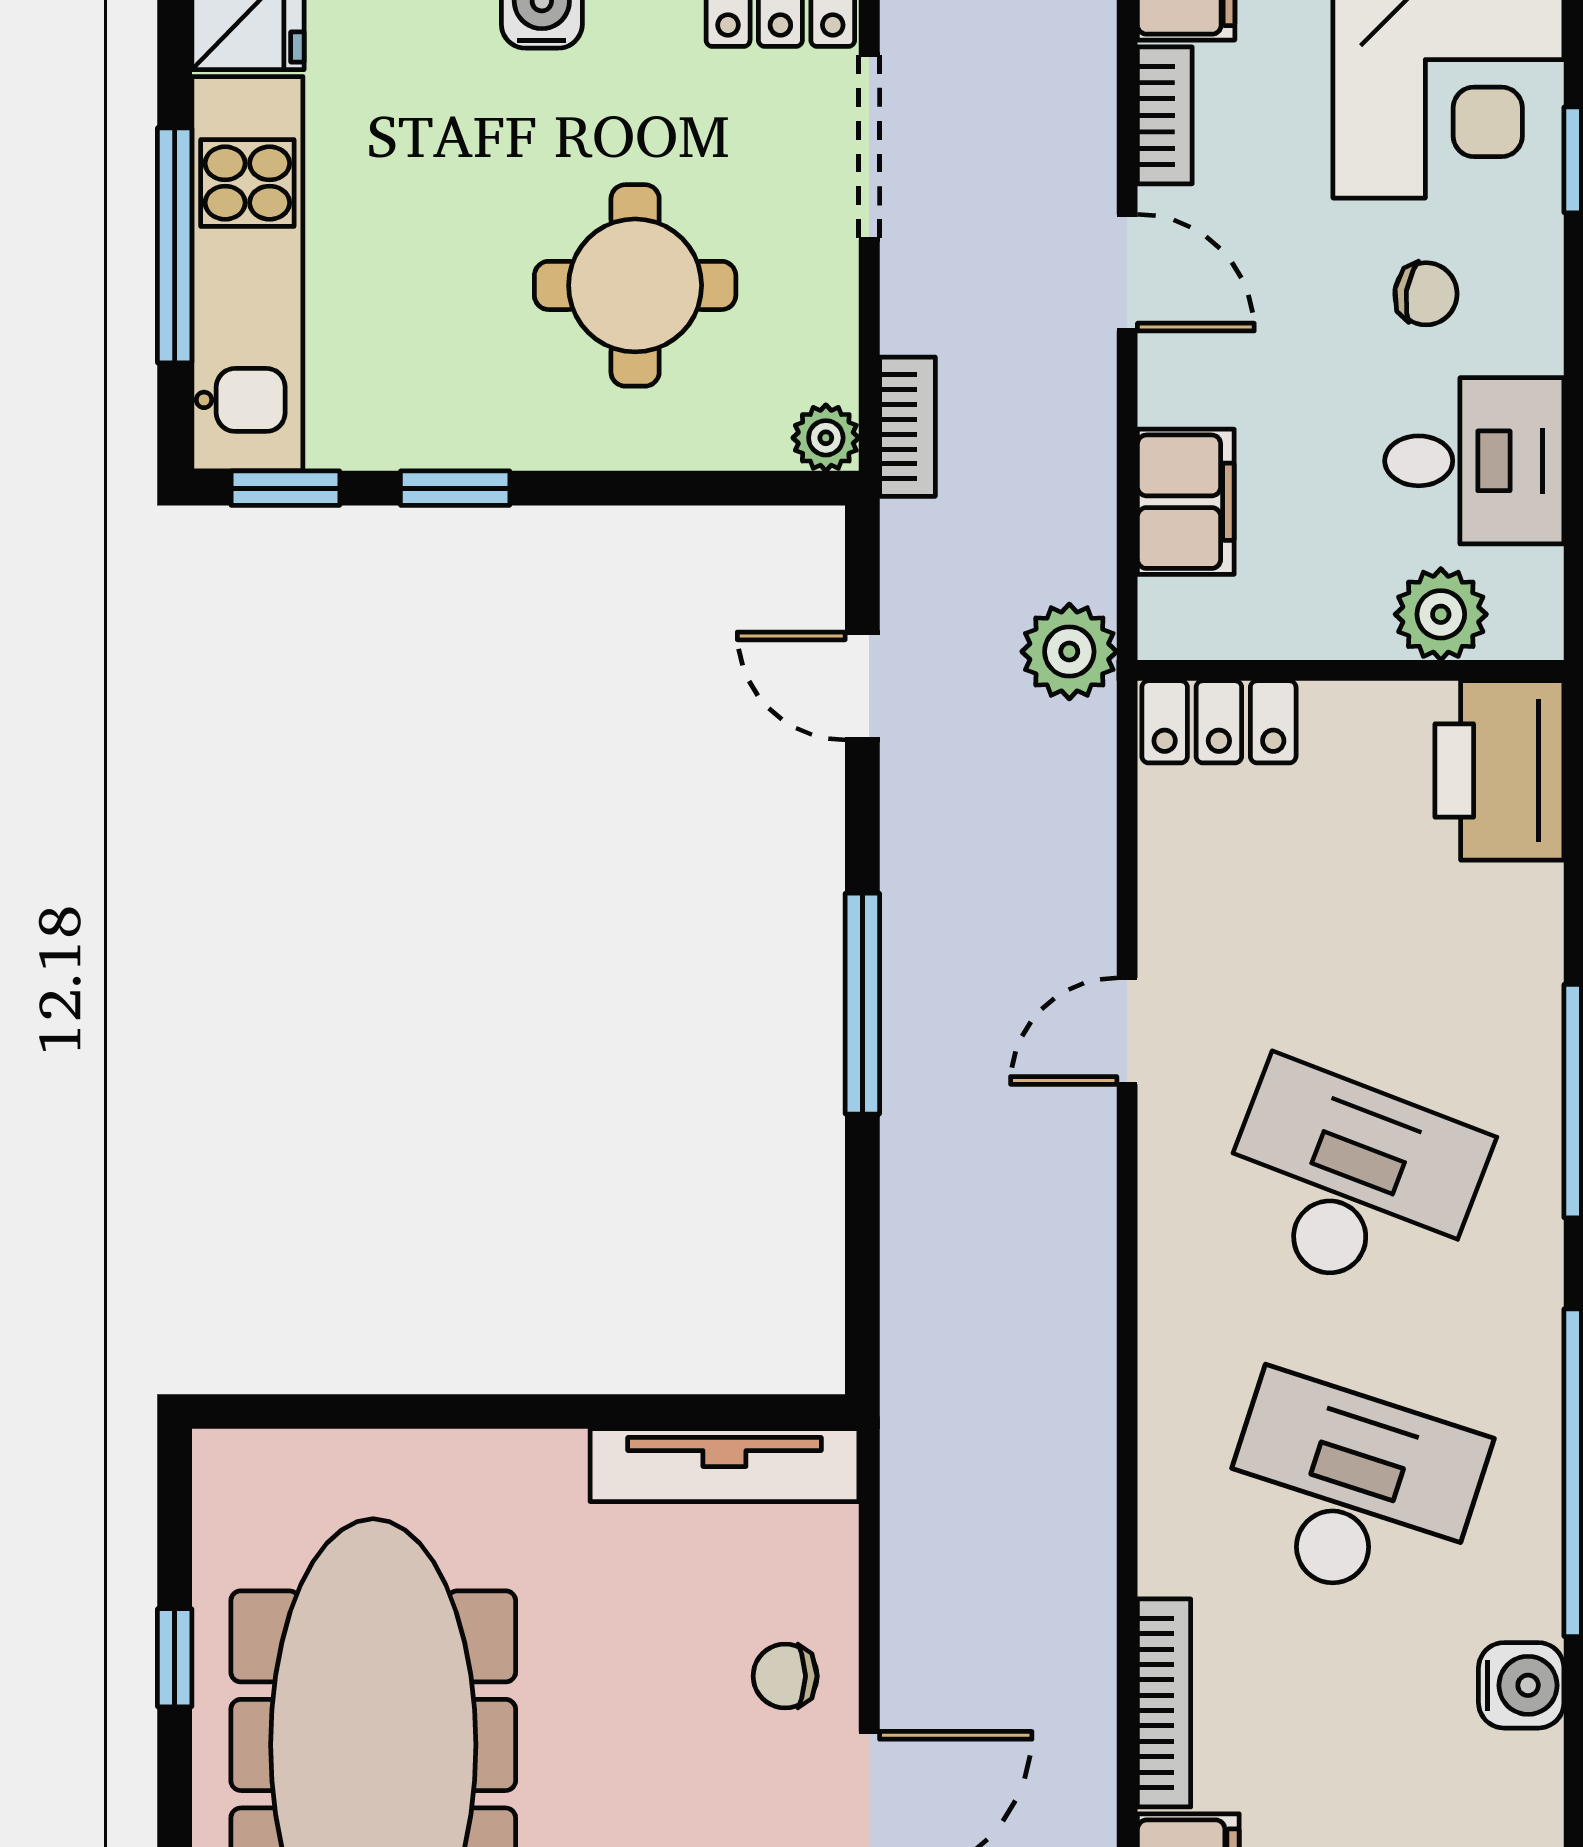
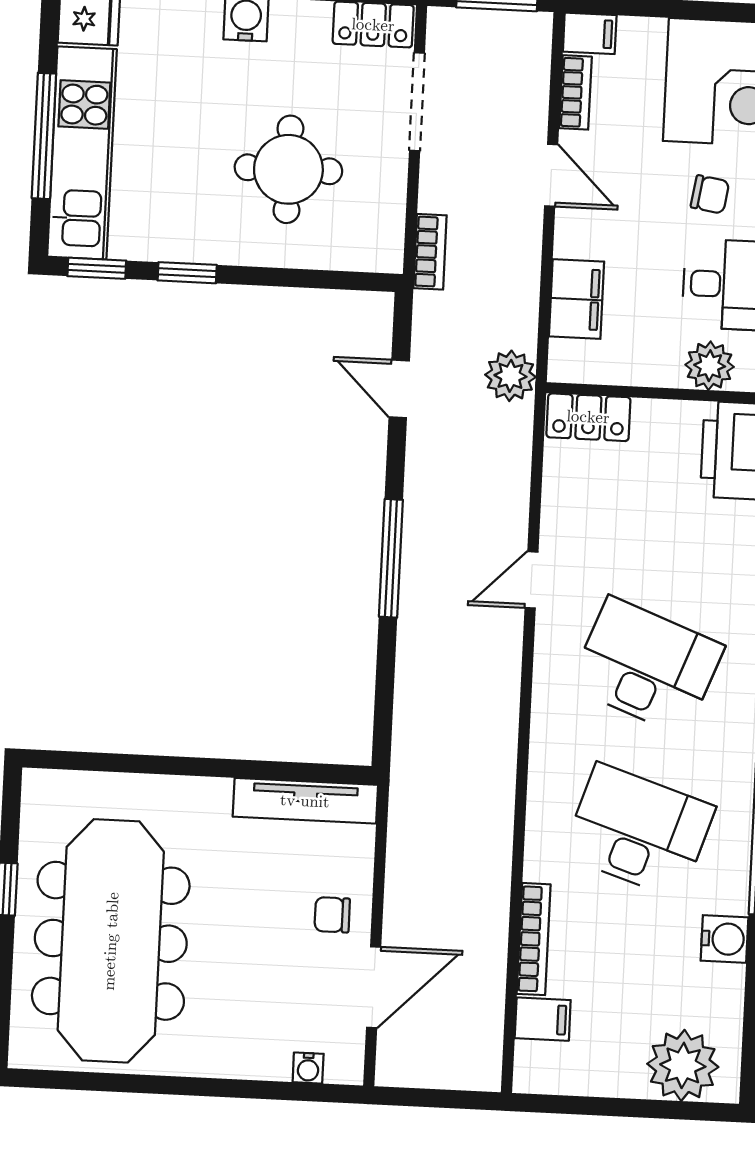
plant: (826, 438) -> (386, 256), removed

